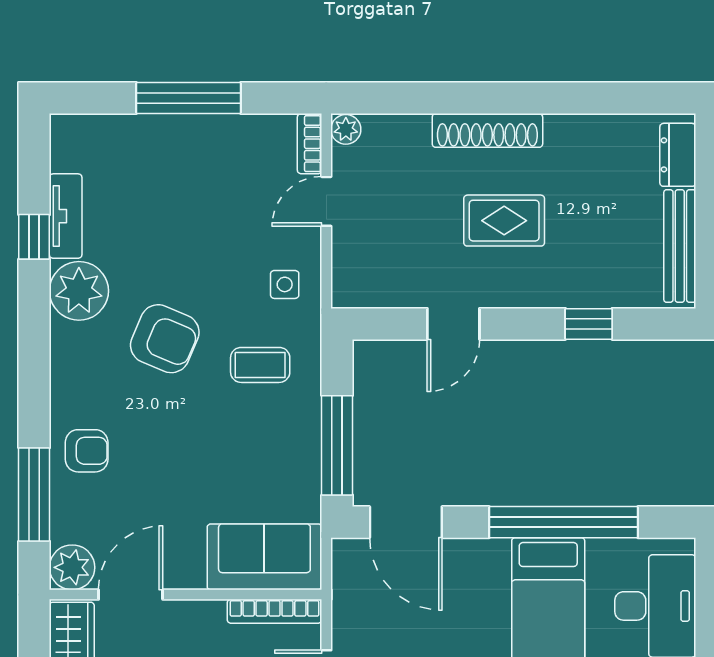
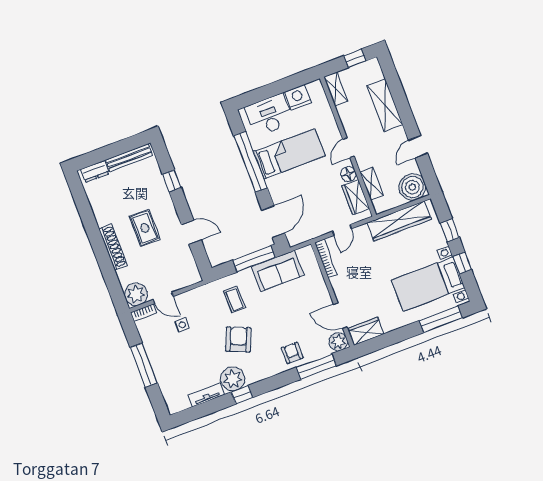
plant: (346, 129) -> (136, 294), width x1.87, depth x1.87
window: (34, 237) -> (242, 395), moved
side table: (285, 284) -> (182, 325), moved
sofa: (264, 557) -> (278, 271), moved, turned -90

